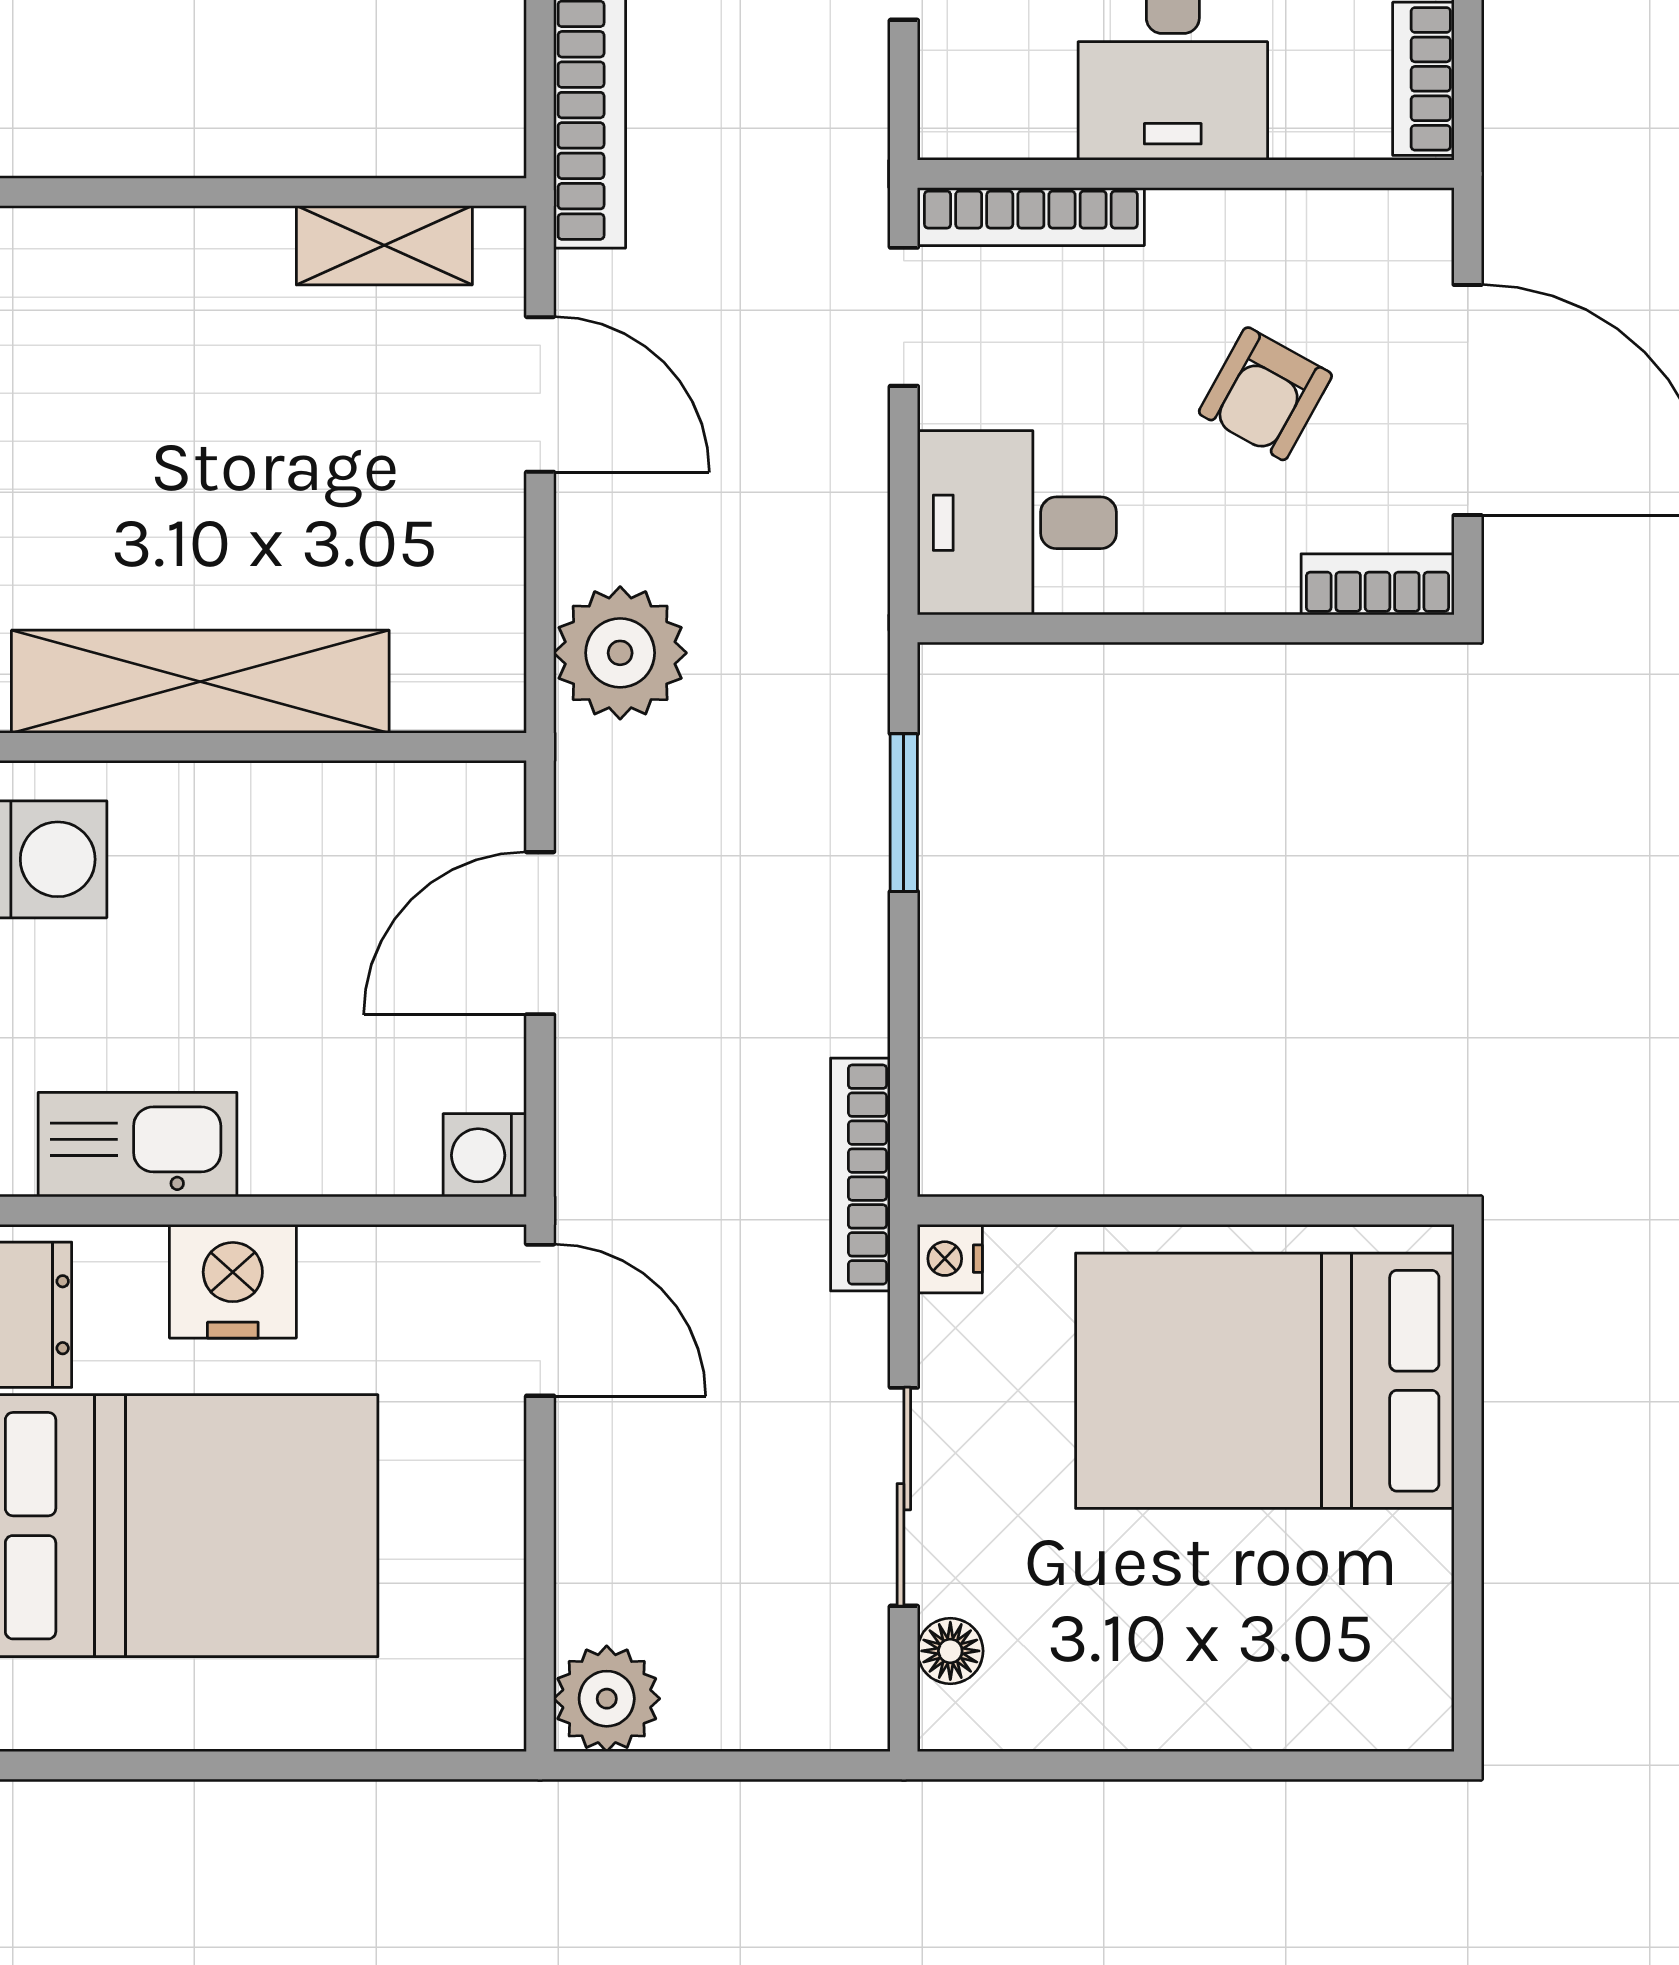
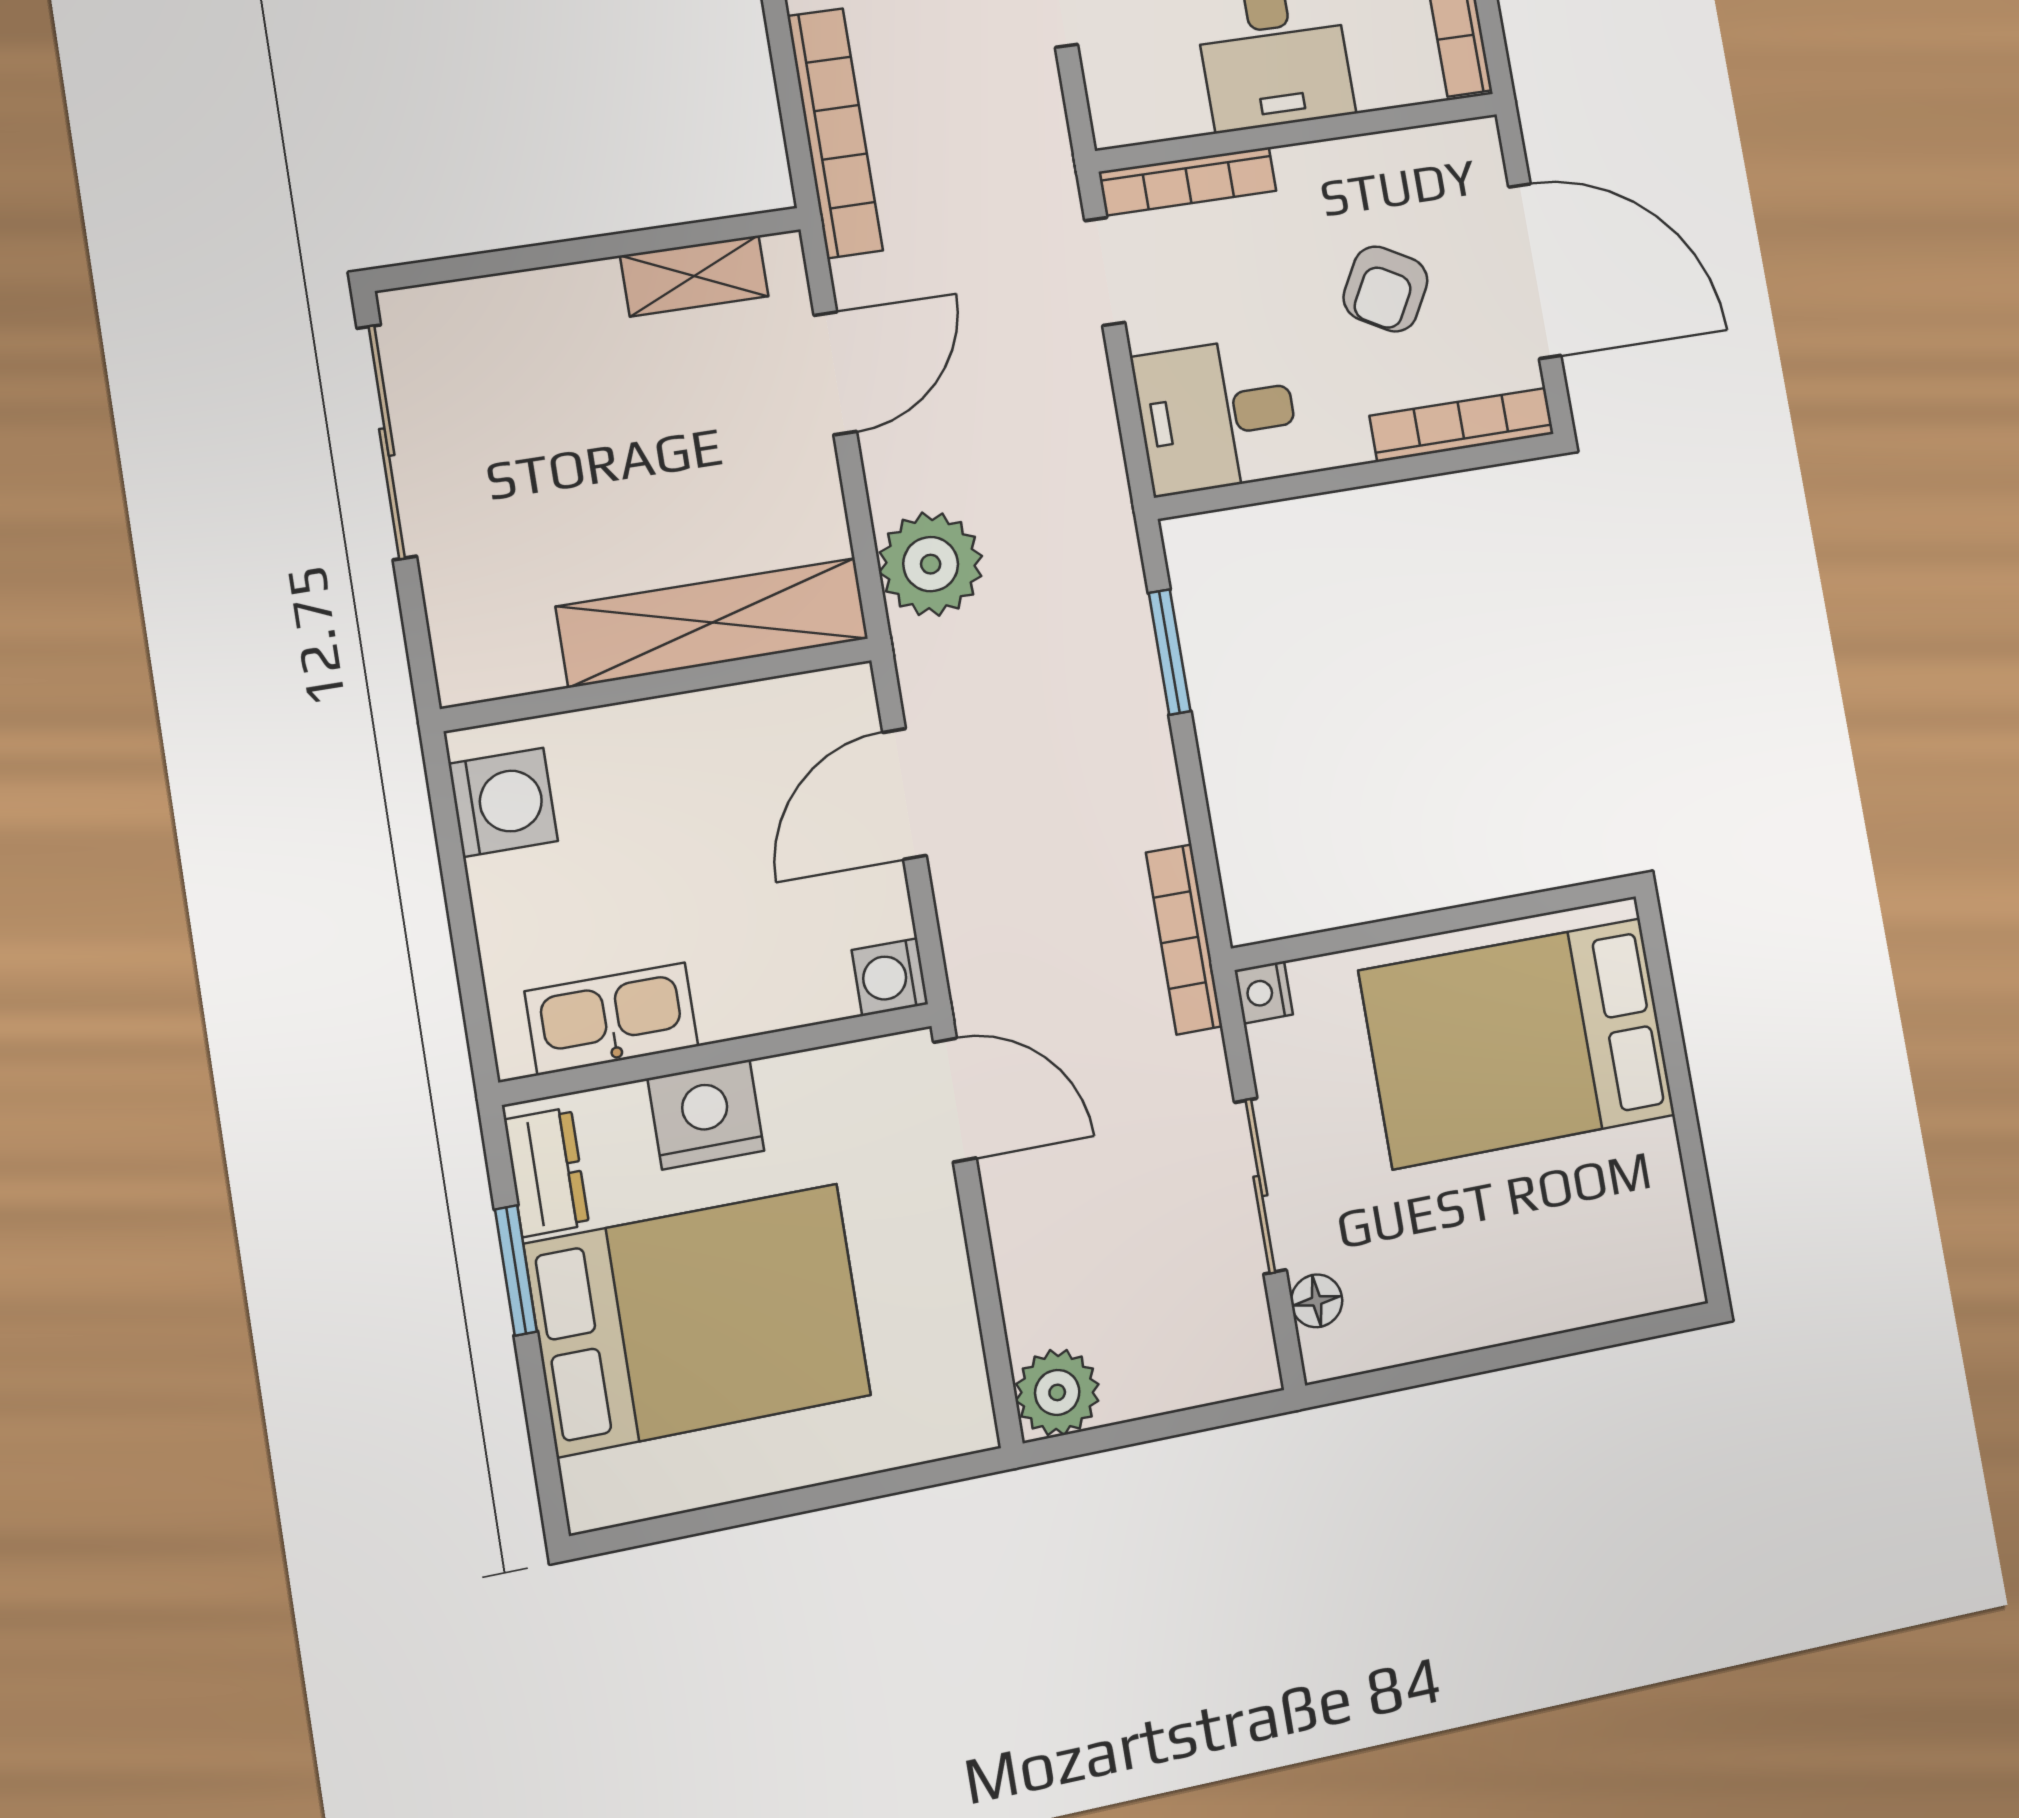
door: (540, 394) -> (835, 373), hinge flipped
bookcase: (1378, 584) -> (1462, 425), width x1.56
shelving: (200, 682) -> (713, 623), moved

